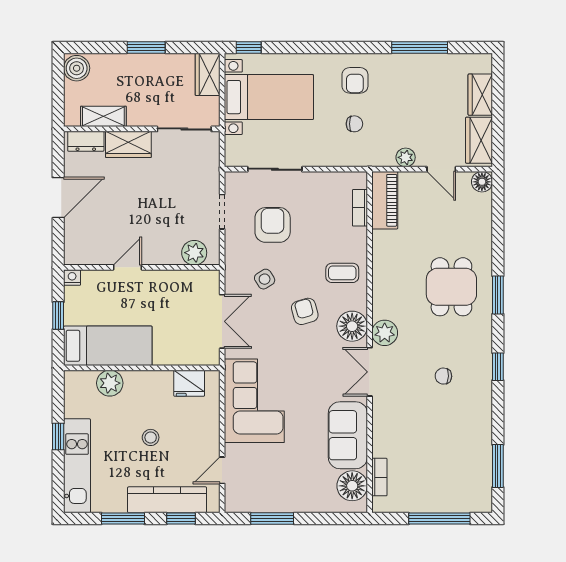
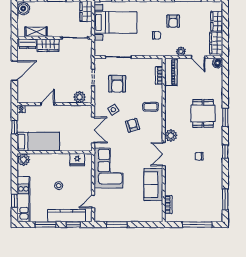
armchair: (355, 80) -> (173, 21), moved
armchair: (273, 225) -> (117, 84), turned 180
floor lamp: (352, 326) -> (155, 132), removed
plant: (110, 383) -> (24, 160), moved
window: (58, 437) -> (14, 201), moved
floor lamp: (352, 486) -> (155, 209), removed

